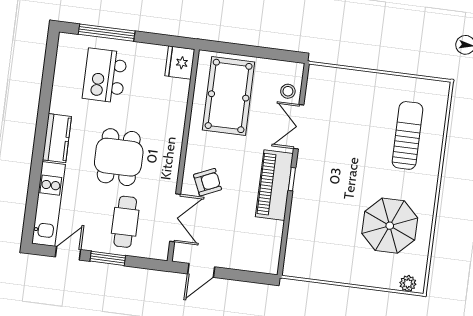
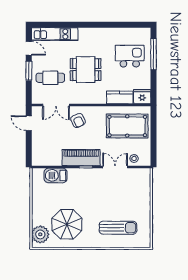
kitchen counter: (57, 138) -> (120, 97), moved, turned 180
barbecue: (300, 235) -> (56, 175), added
plant: (408, 283) -> (40, 234), width x1.88, depth x1.88

